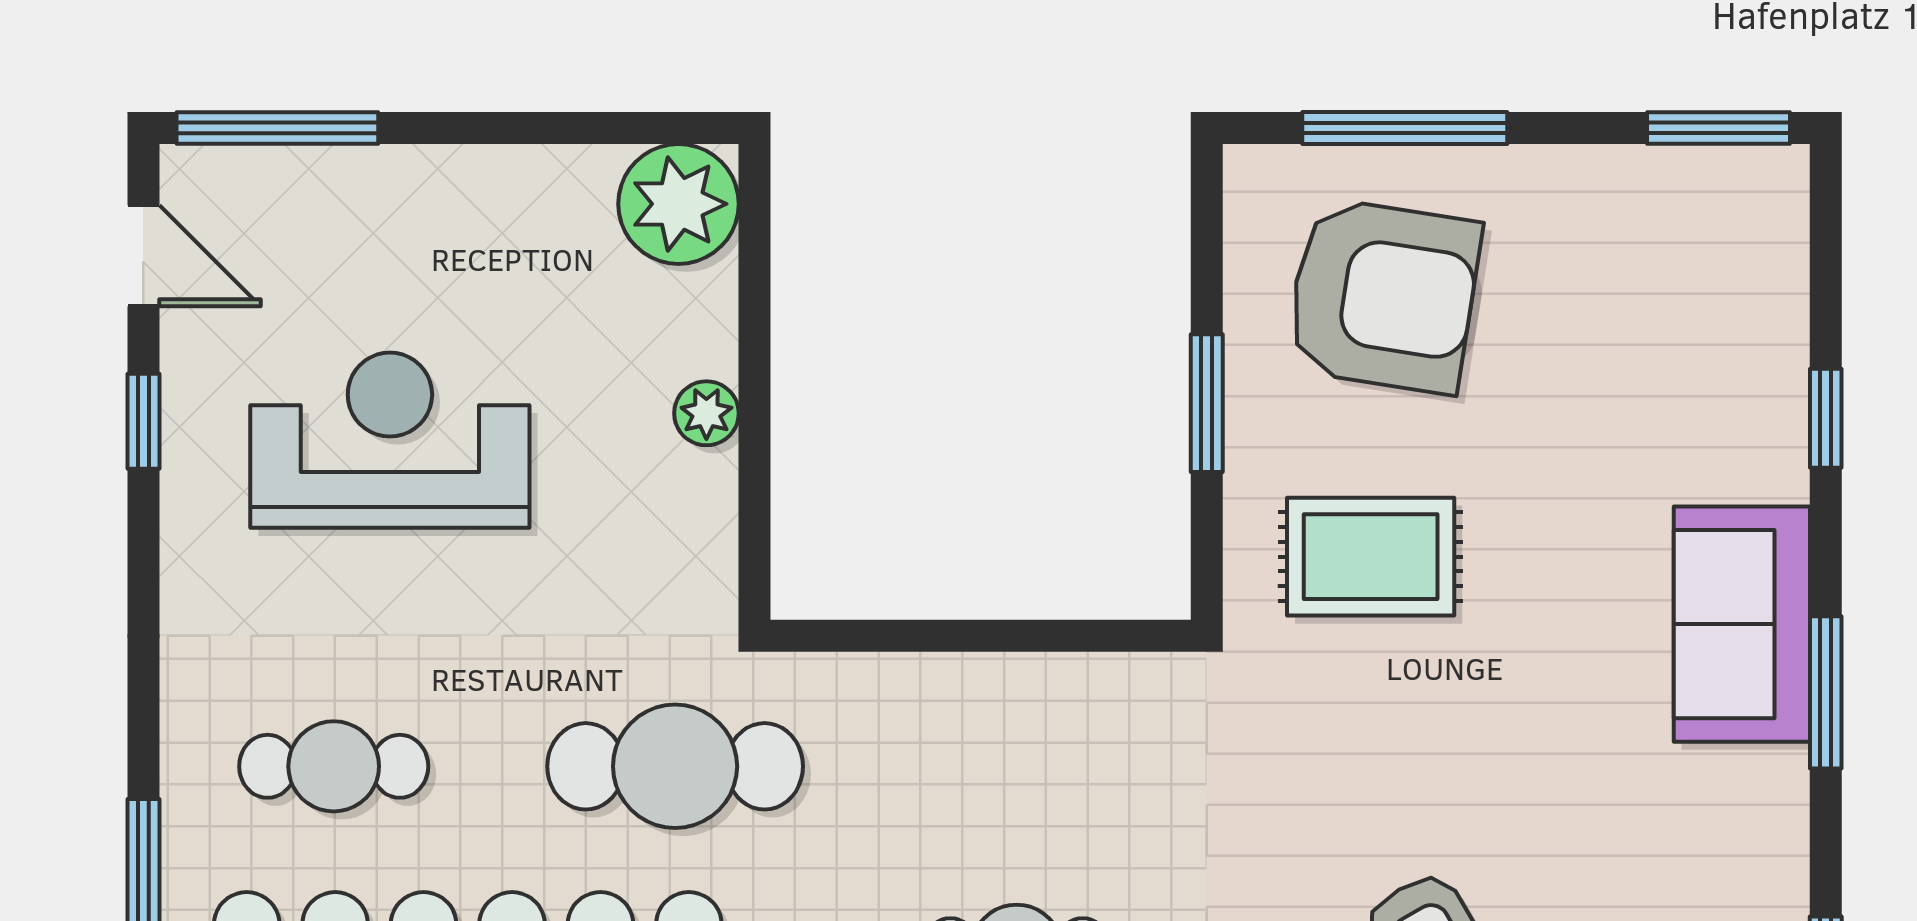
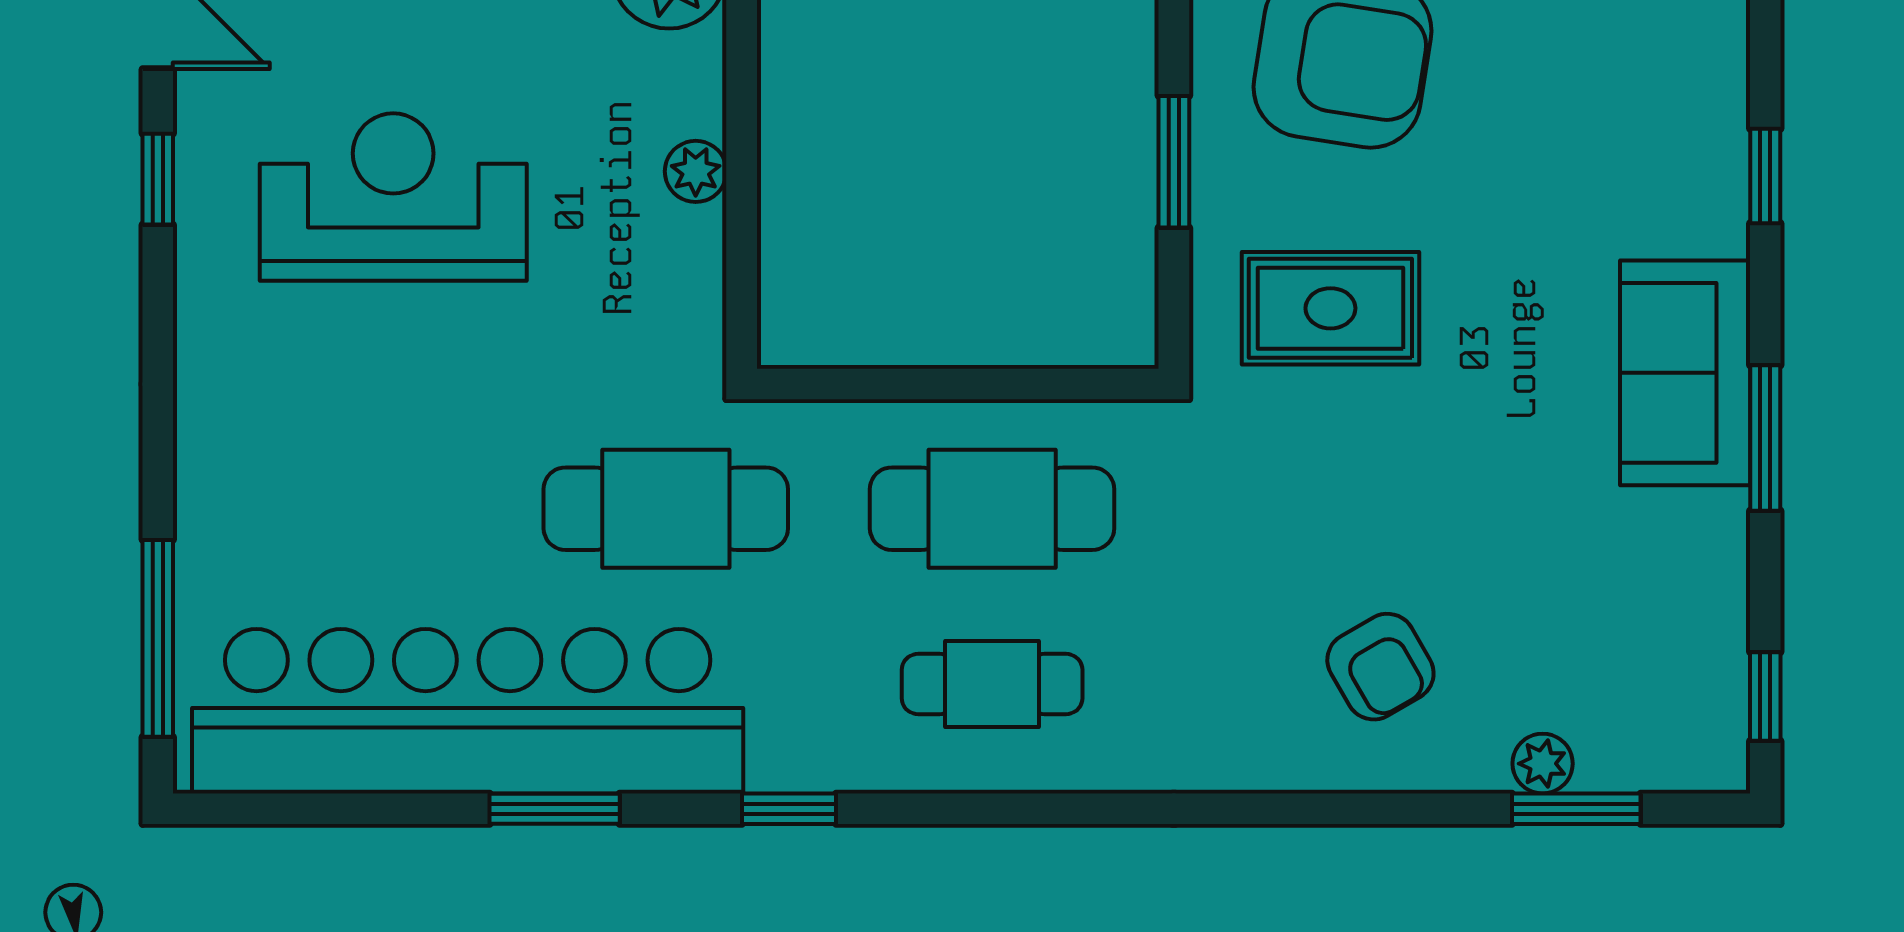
cafe table: (334, 766) -> (992, 509), moved, width x1.37, depth x1.35

